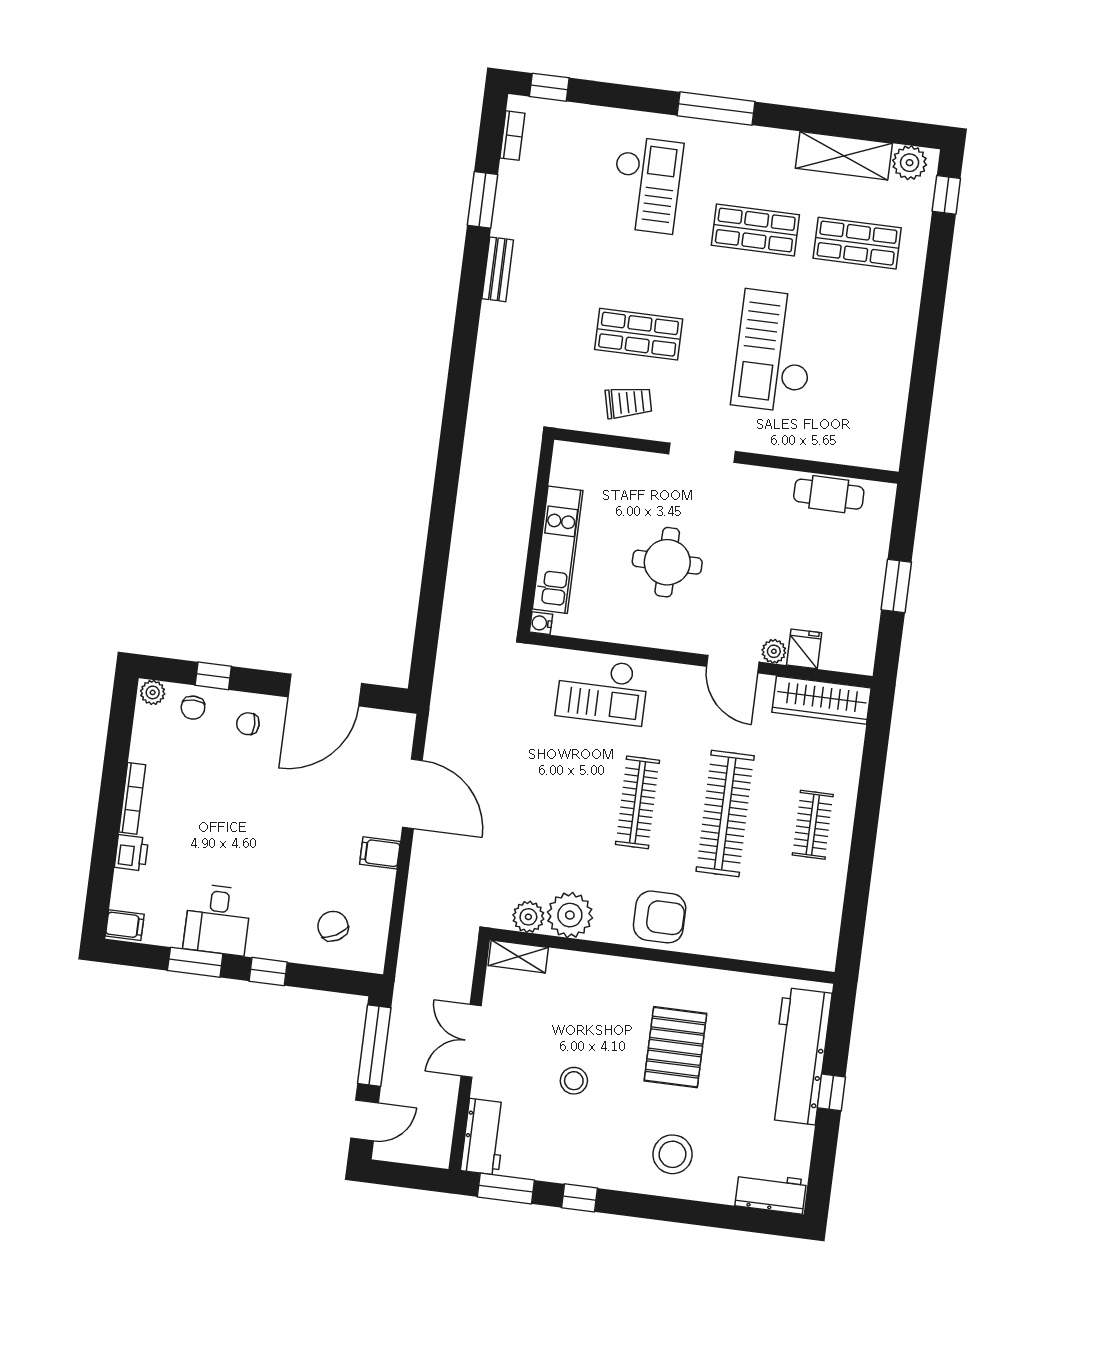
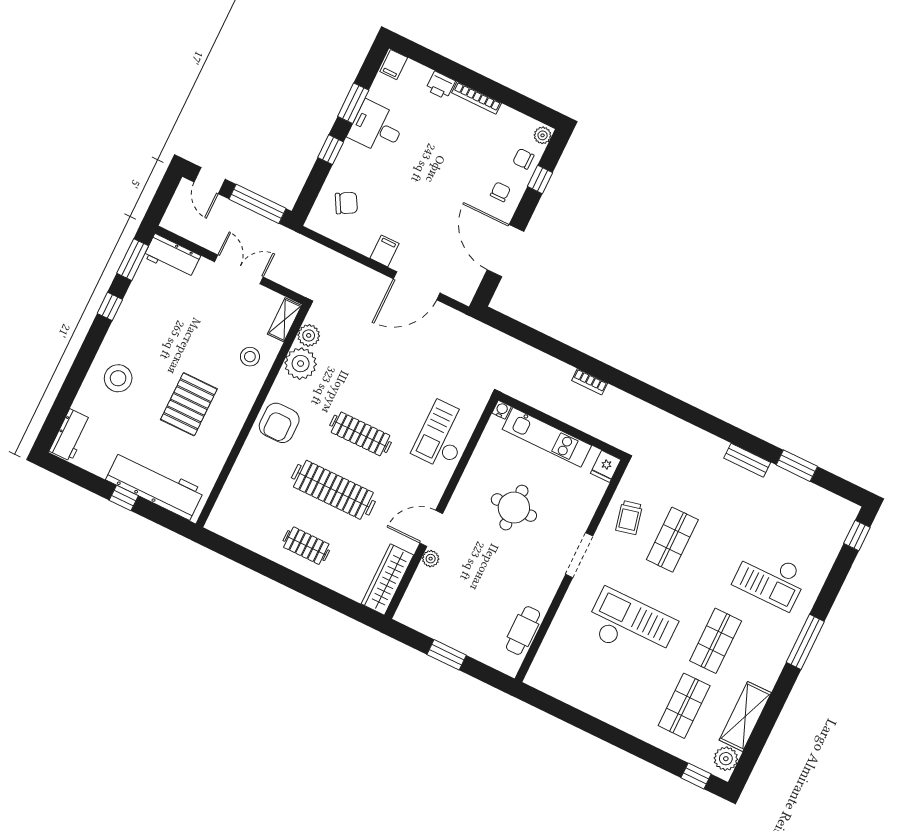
bookcase: (512, 136) -> (590, 382), moved
fridge: (804, 649) -> (606, 466), moved, turned 90
pallet: (675, 1047) -> (189, 404), turned 90
stool: (574, 1081) -> (250, 357), moved

